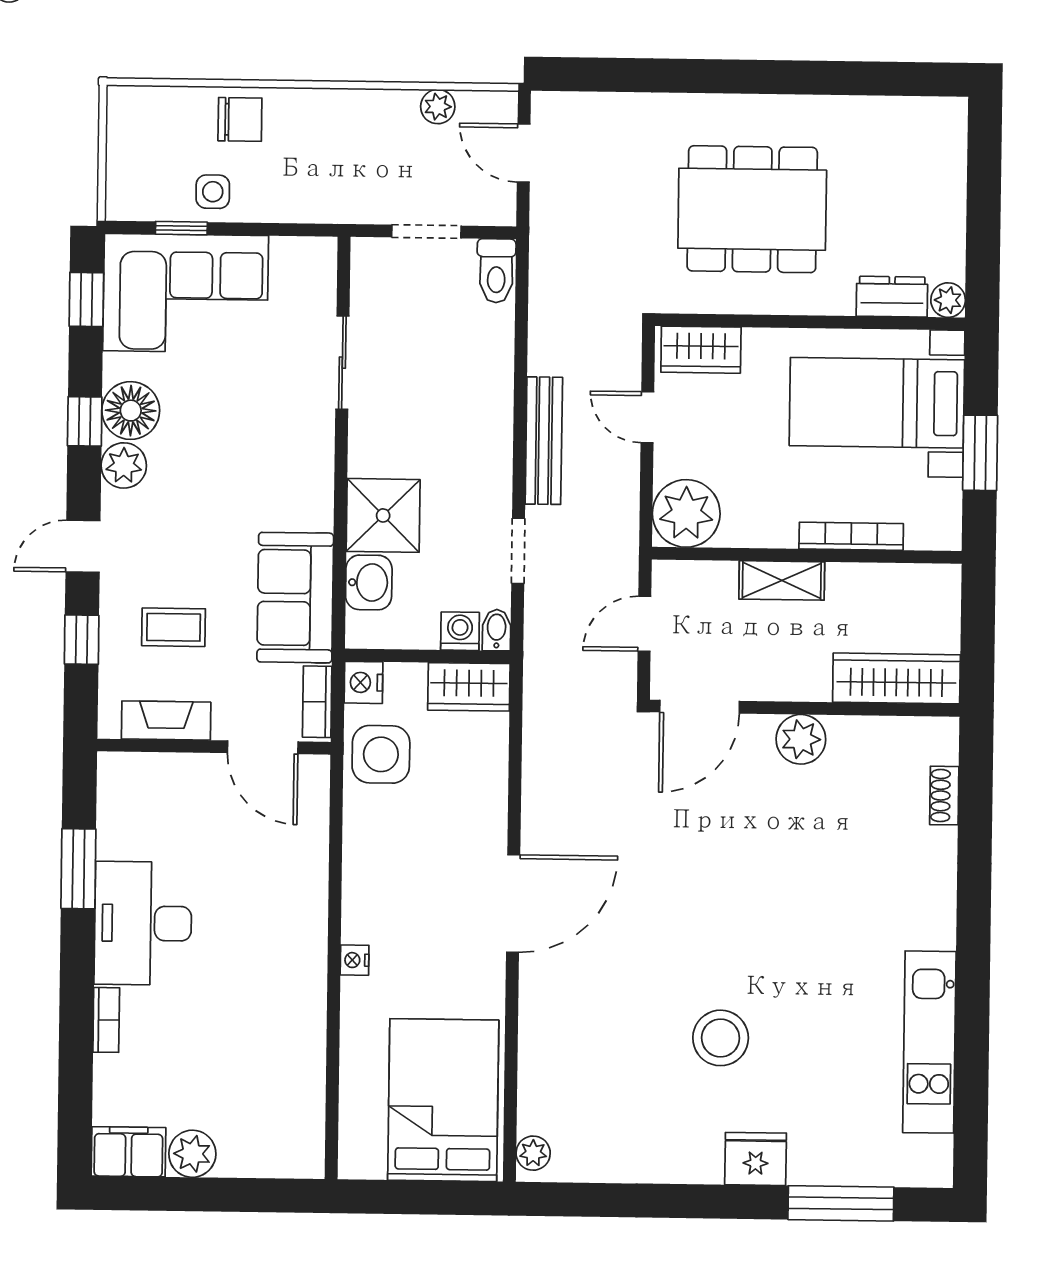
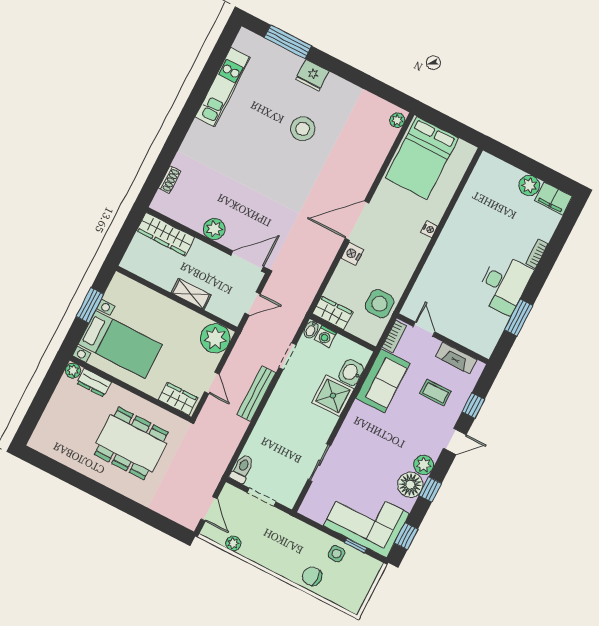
bookcase: (851, 536) -> (156, 298), removed
nightstand: (363, 682) -> (352, 254), moved, turned 180
door: (263, 747) -> (424, 329), width x0.73

